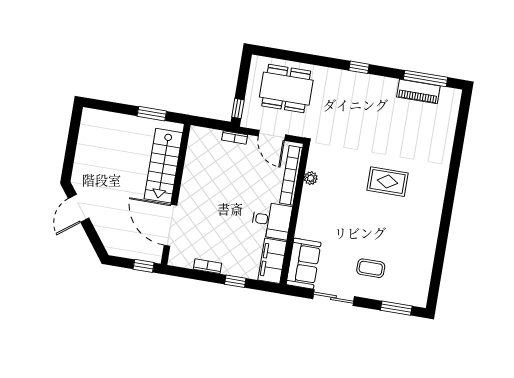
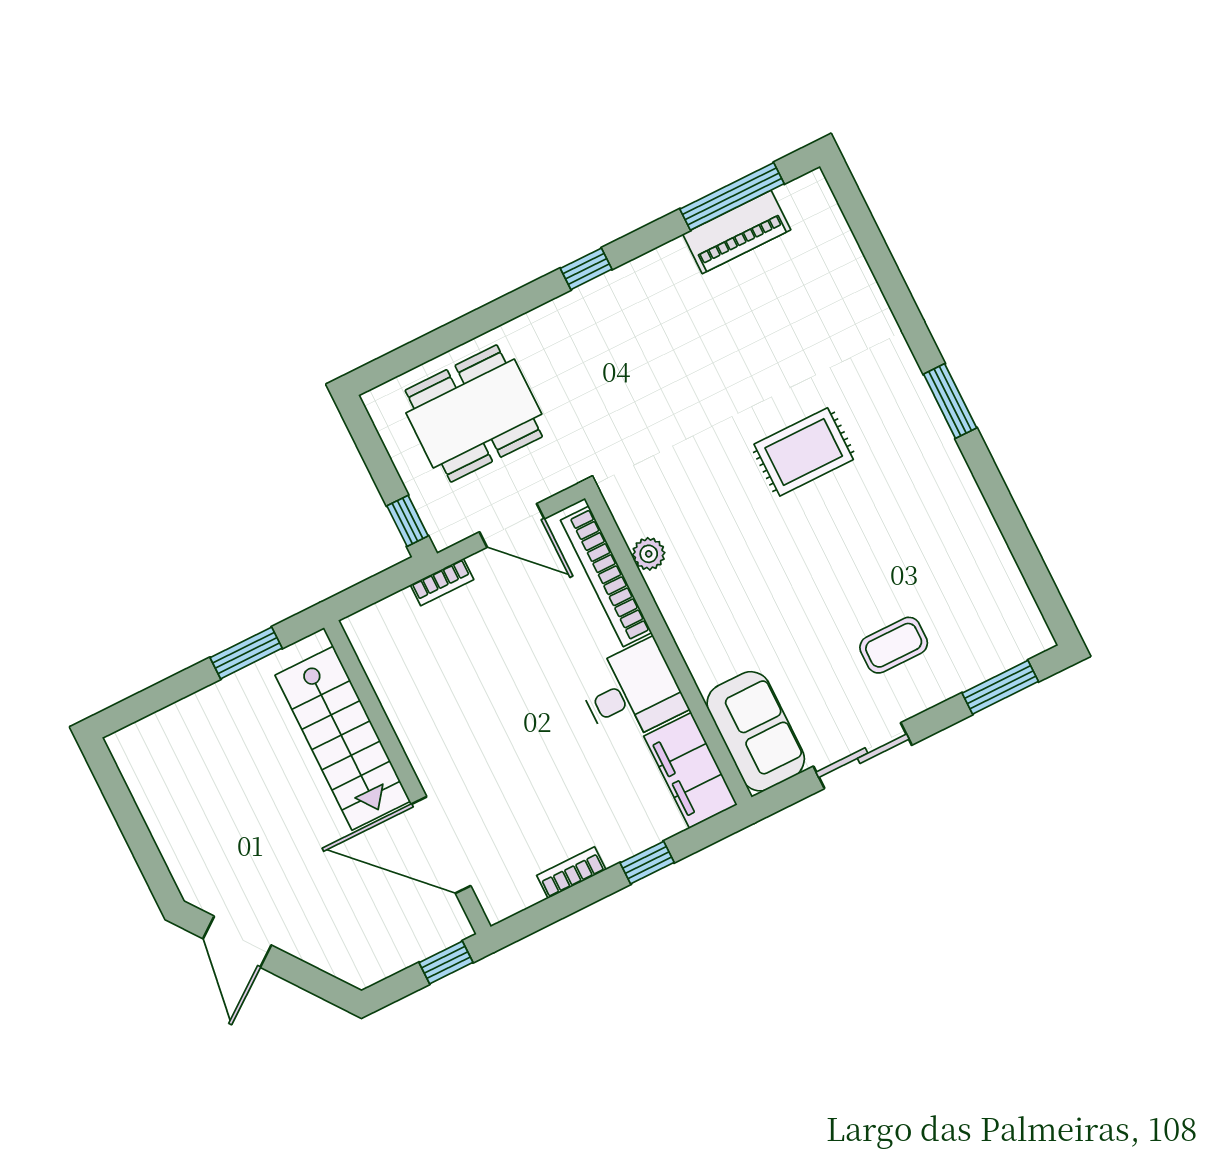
window: (449, 200) -> (950, 401), added

